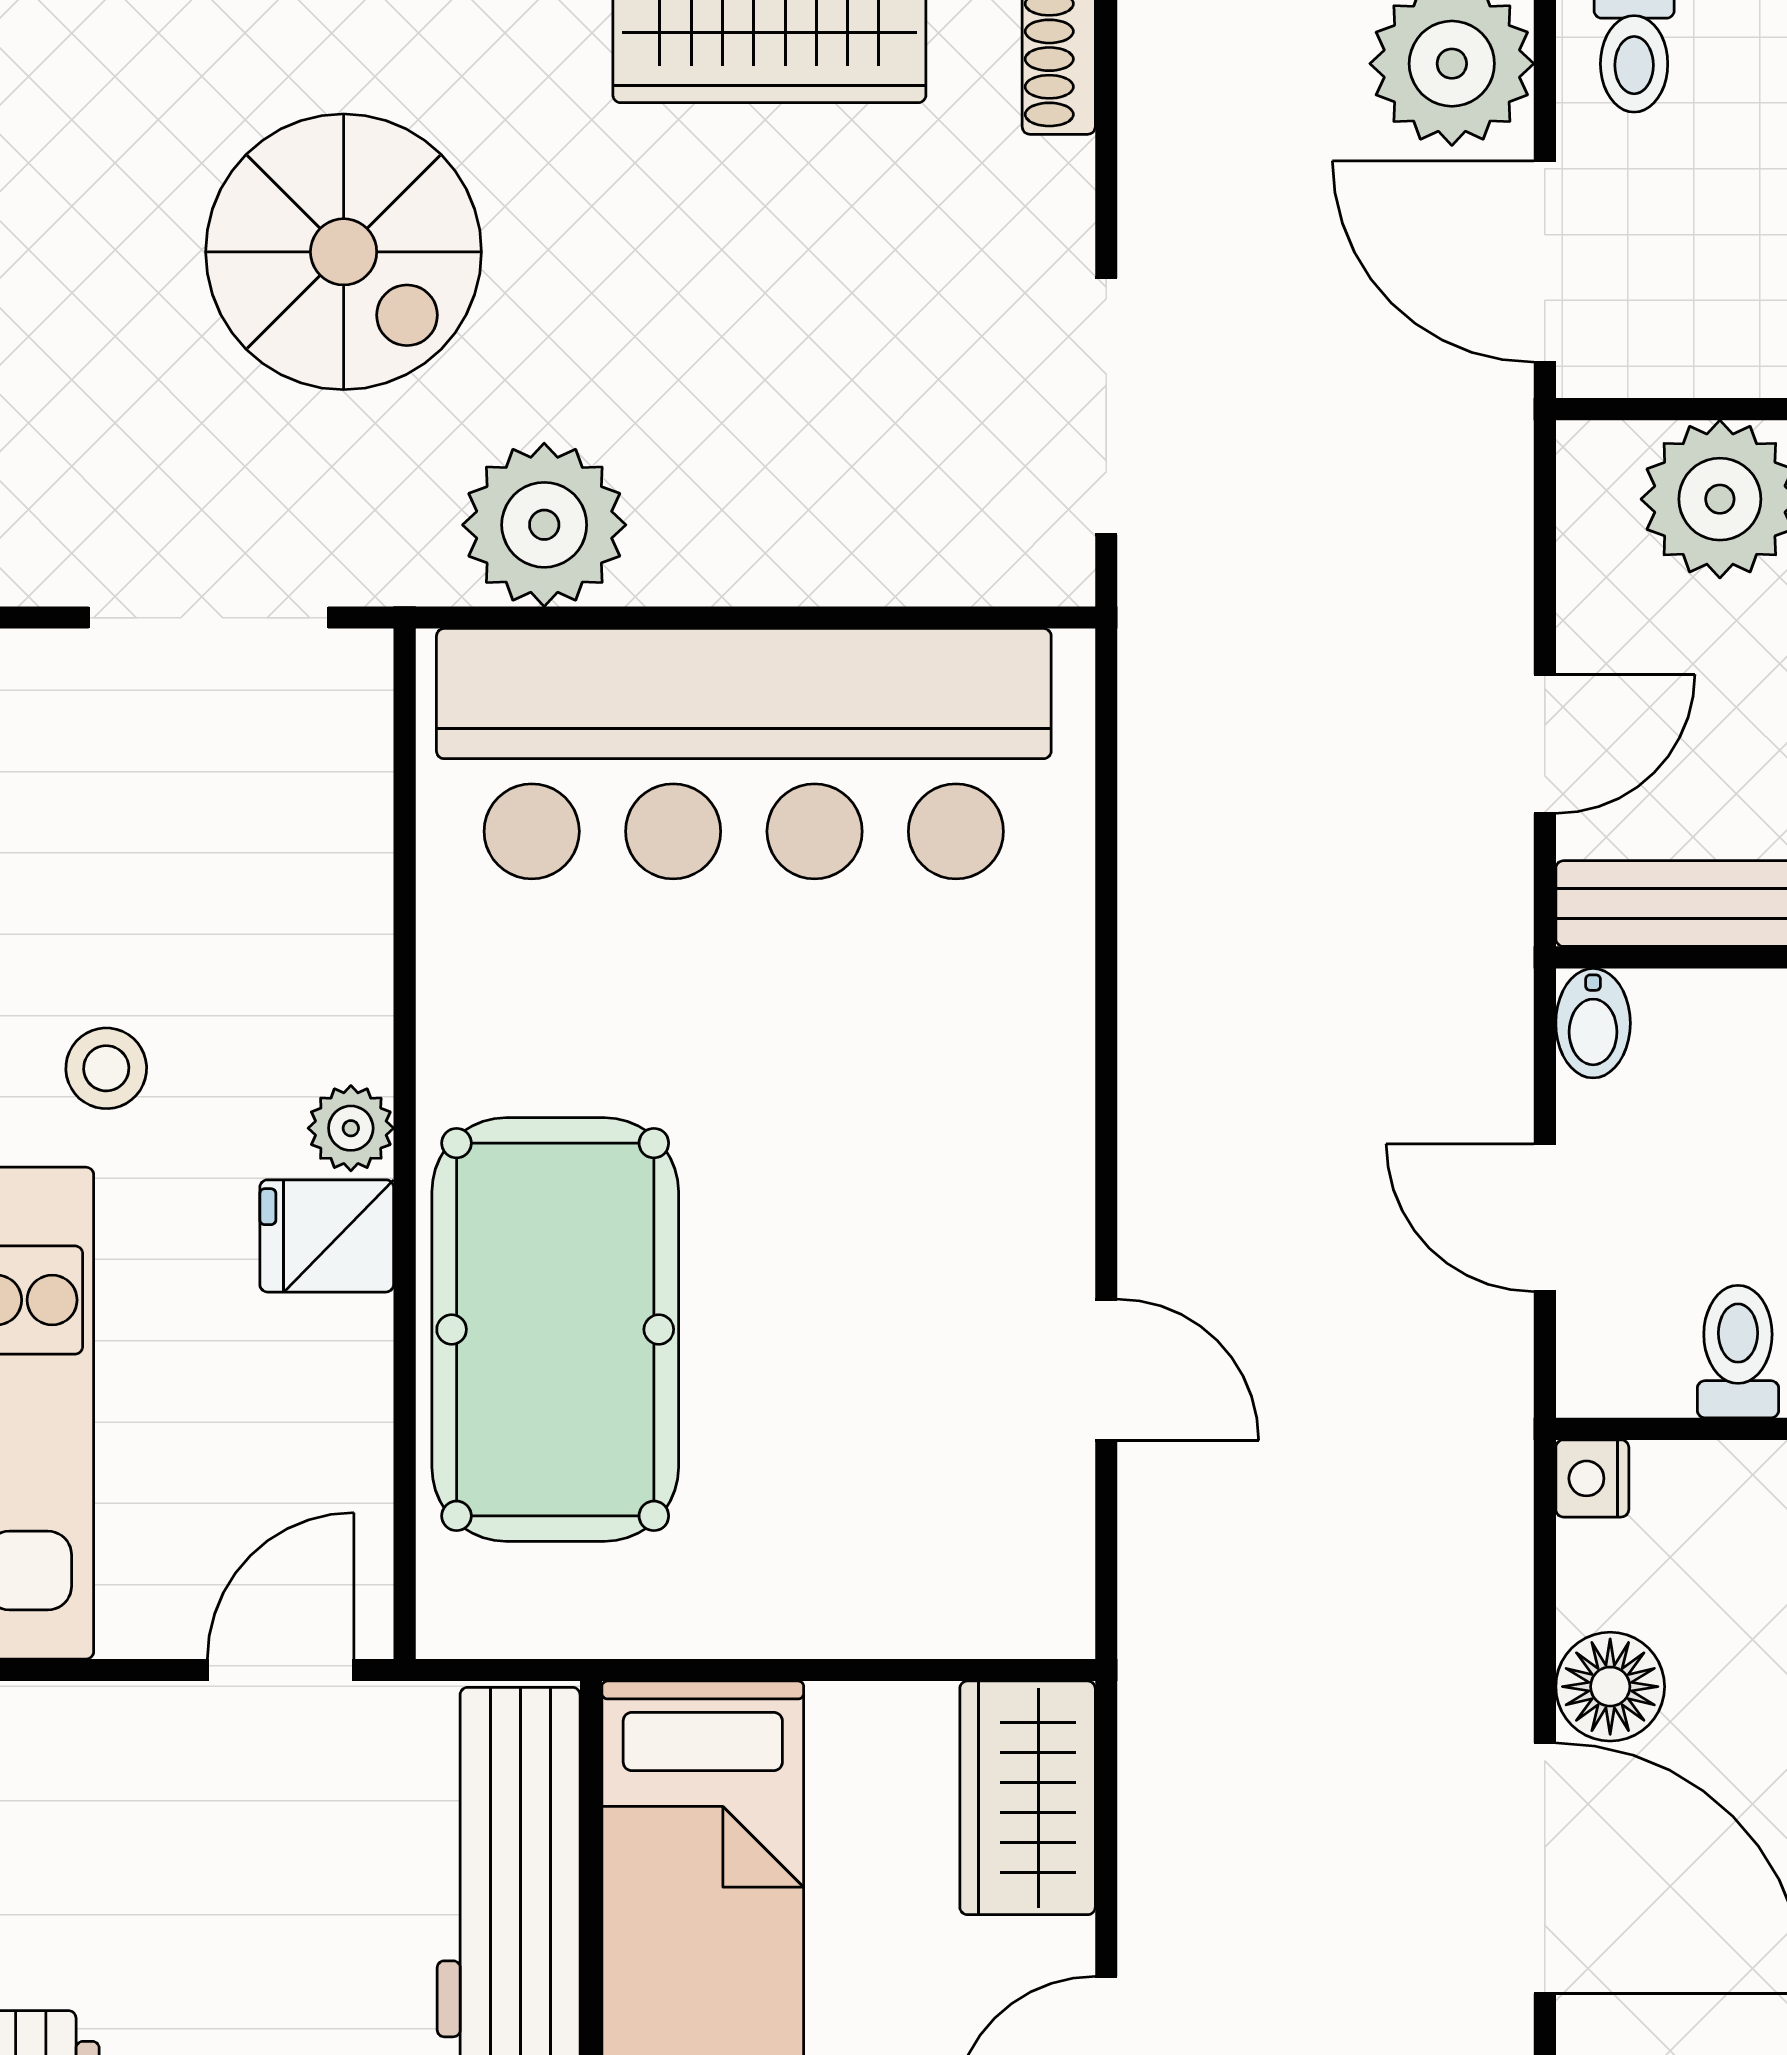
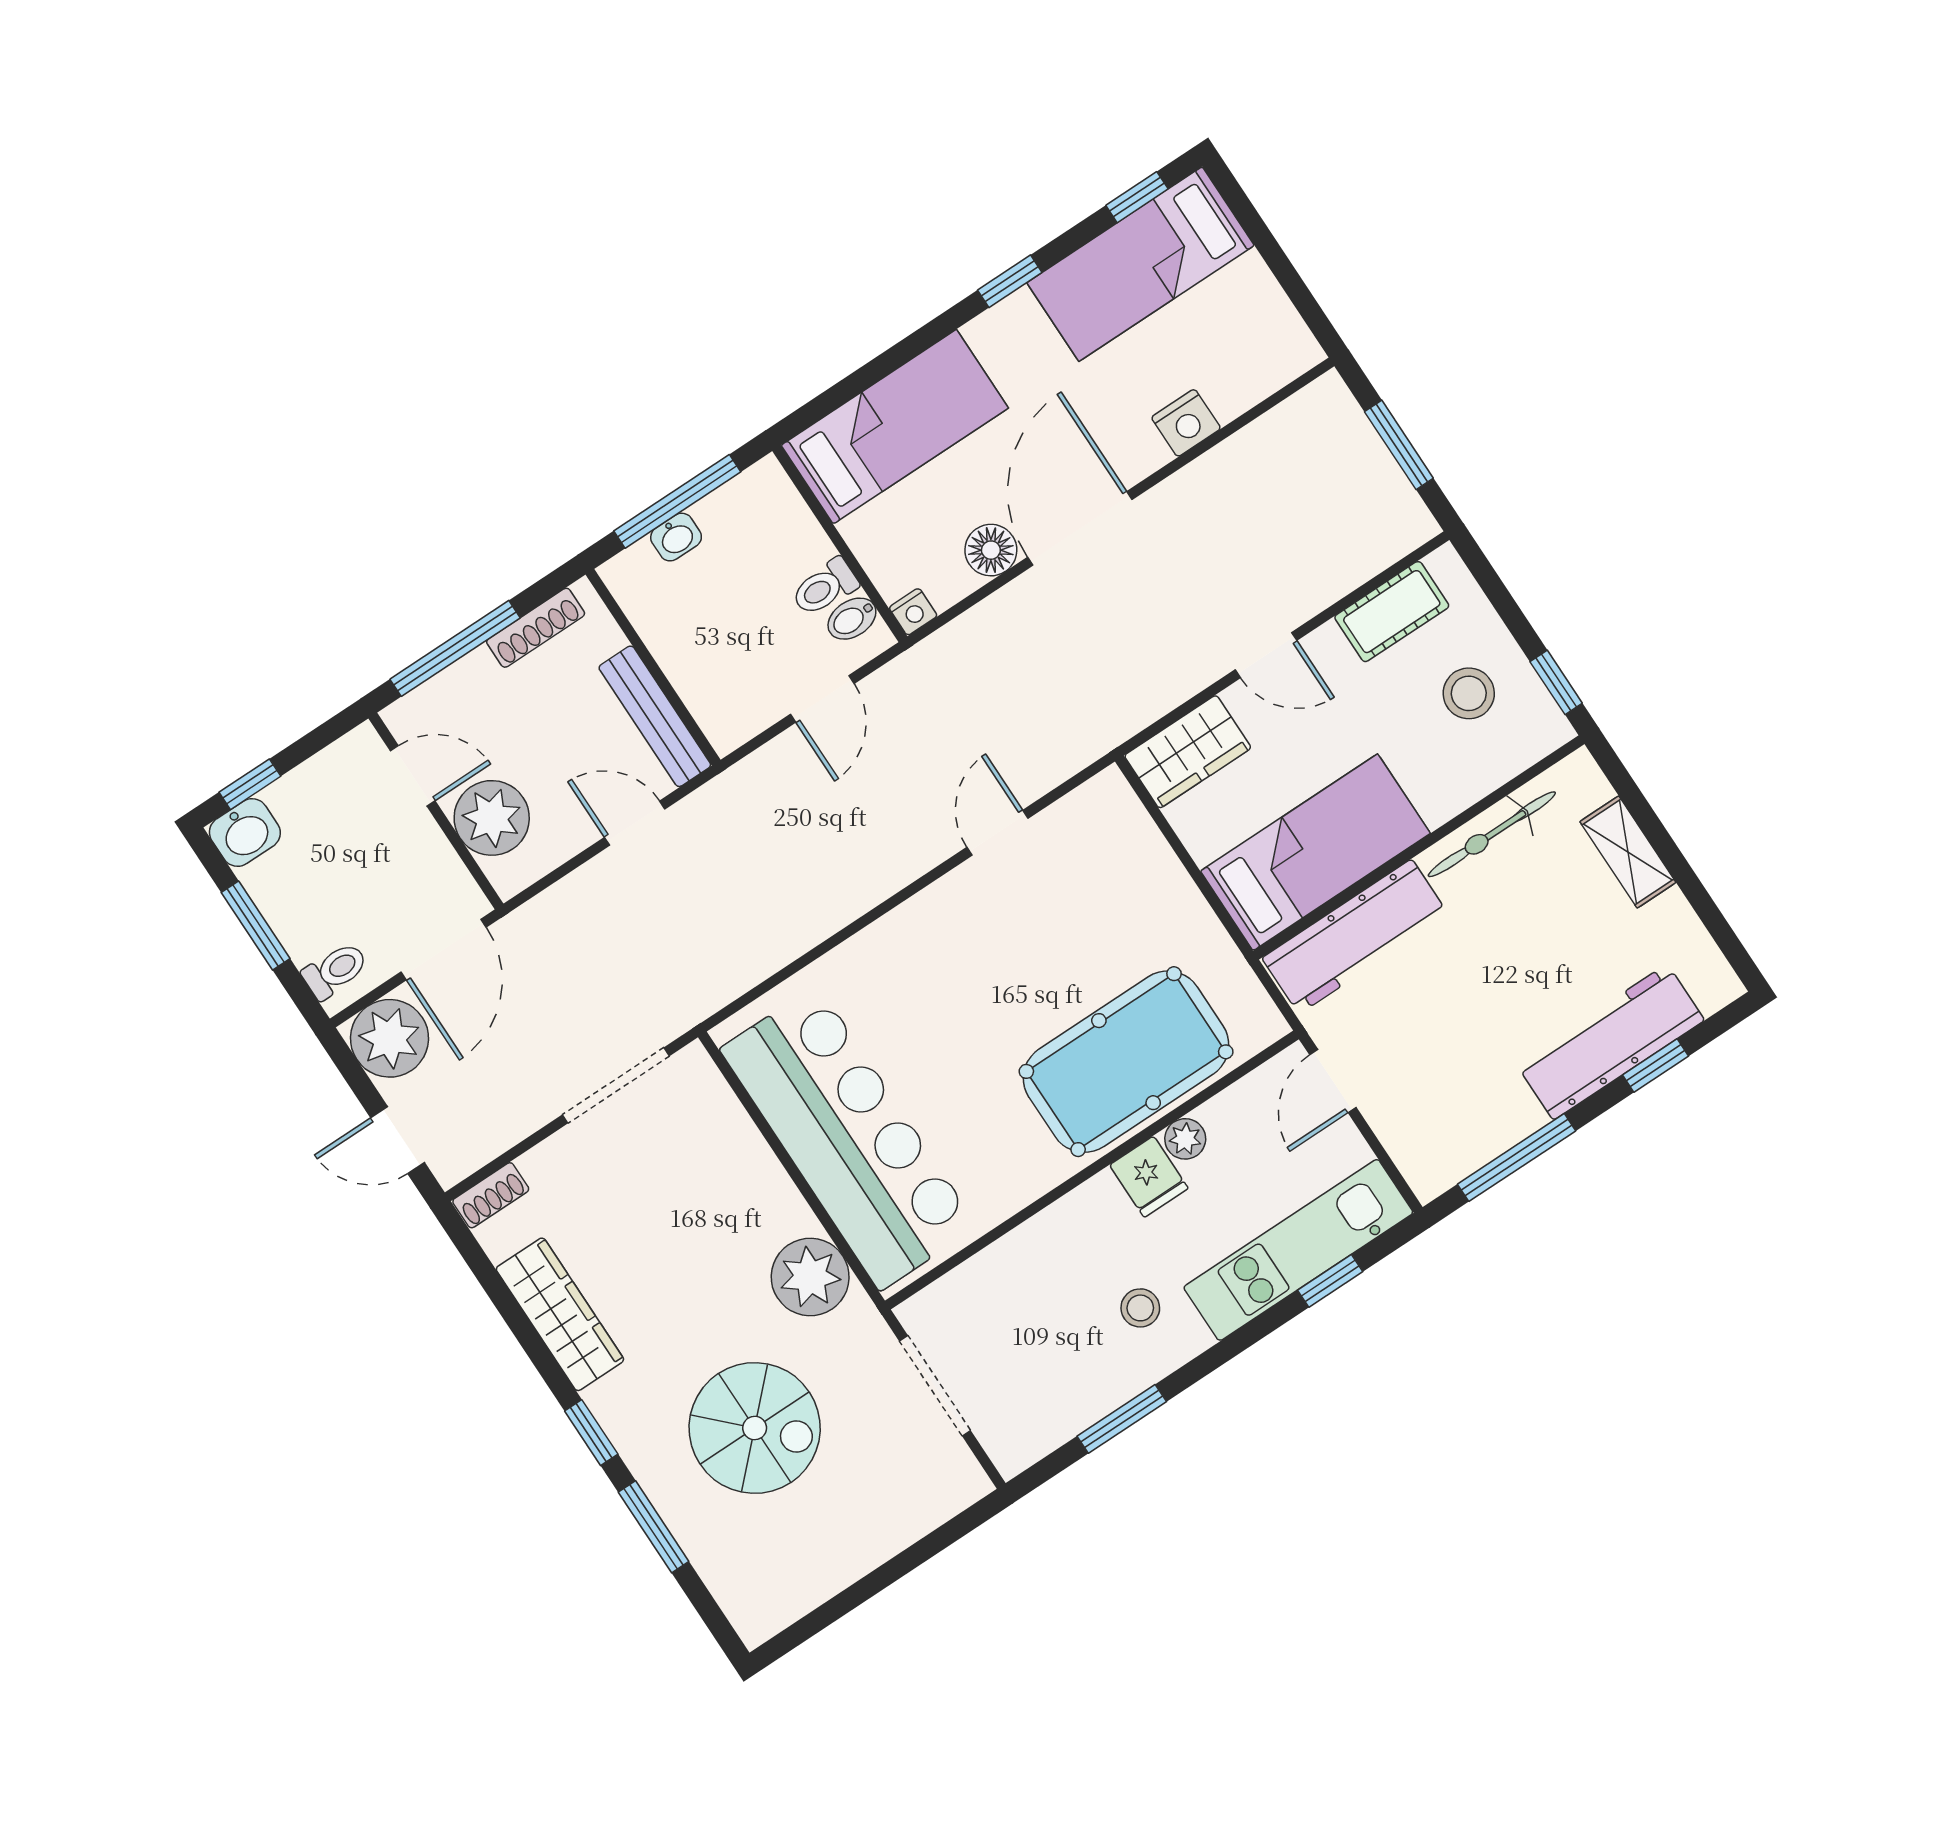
spiral stairs: (344, 252) -> (755, 1428), turned 90
bidet: (1593, 1023) -> (852, 619), moved, turned 180
plant: (351, 1128) -> (1185, 1139), moved
door: (281, 1670) -> (1333, 1081), hinge flipped

